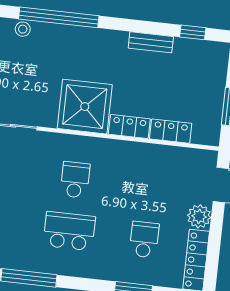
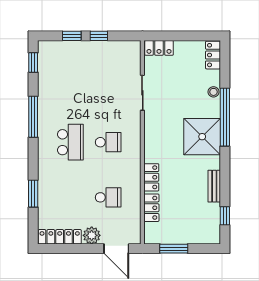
shower: (85, 107) -> (202, 137), moved
school desk: (144, 240) -> (108, 197), moved

